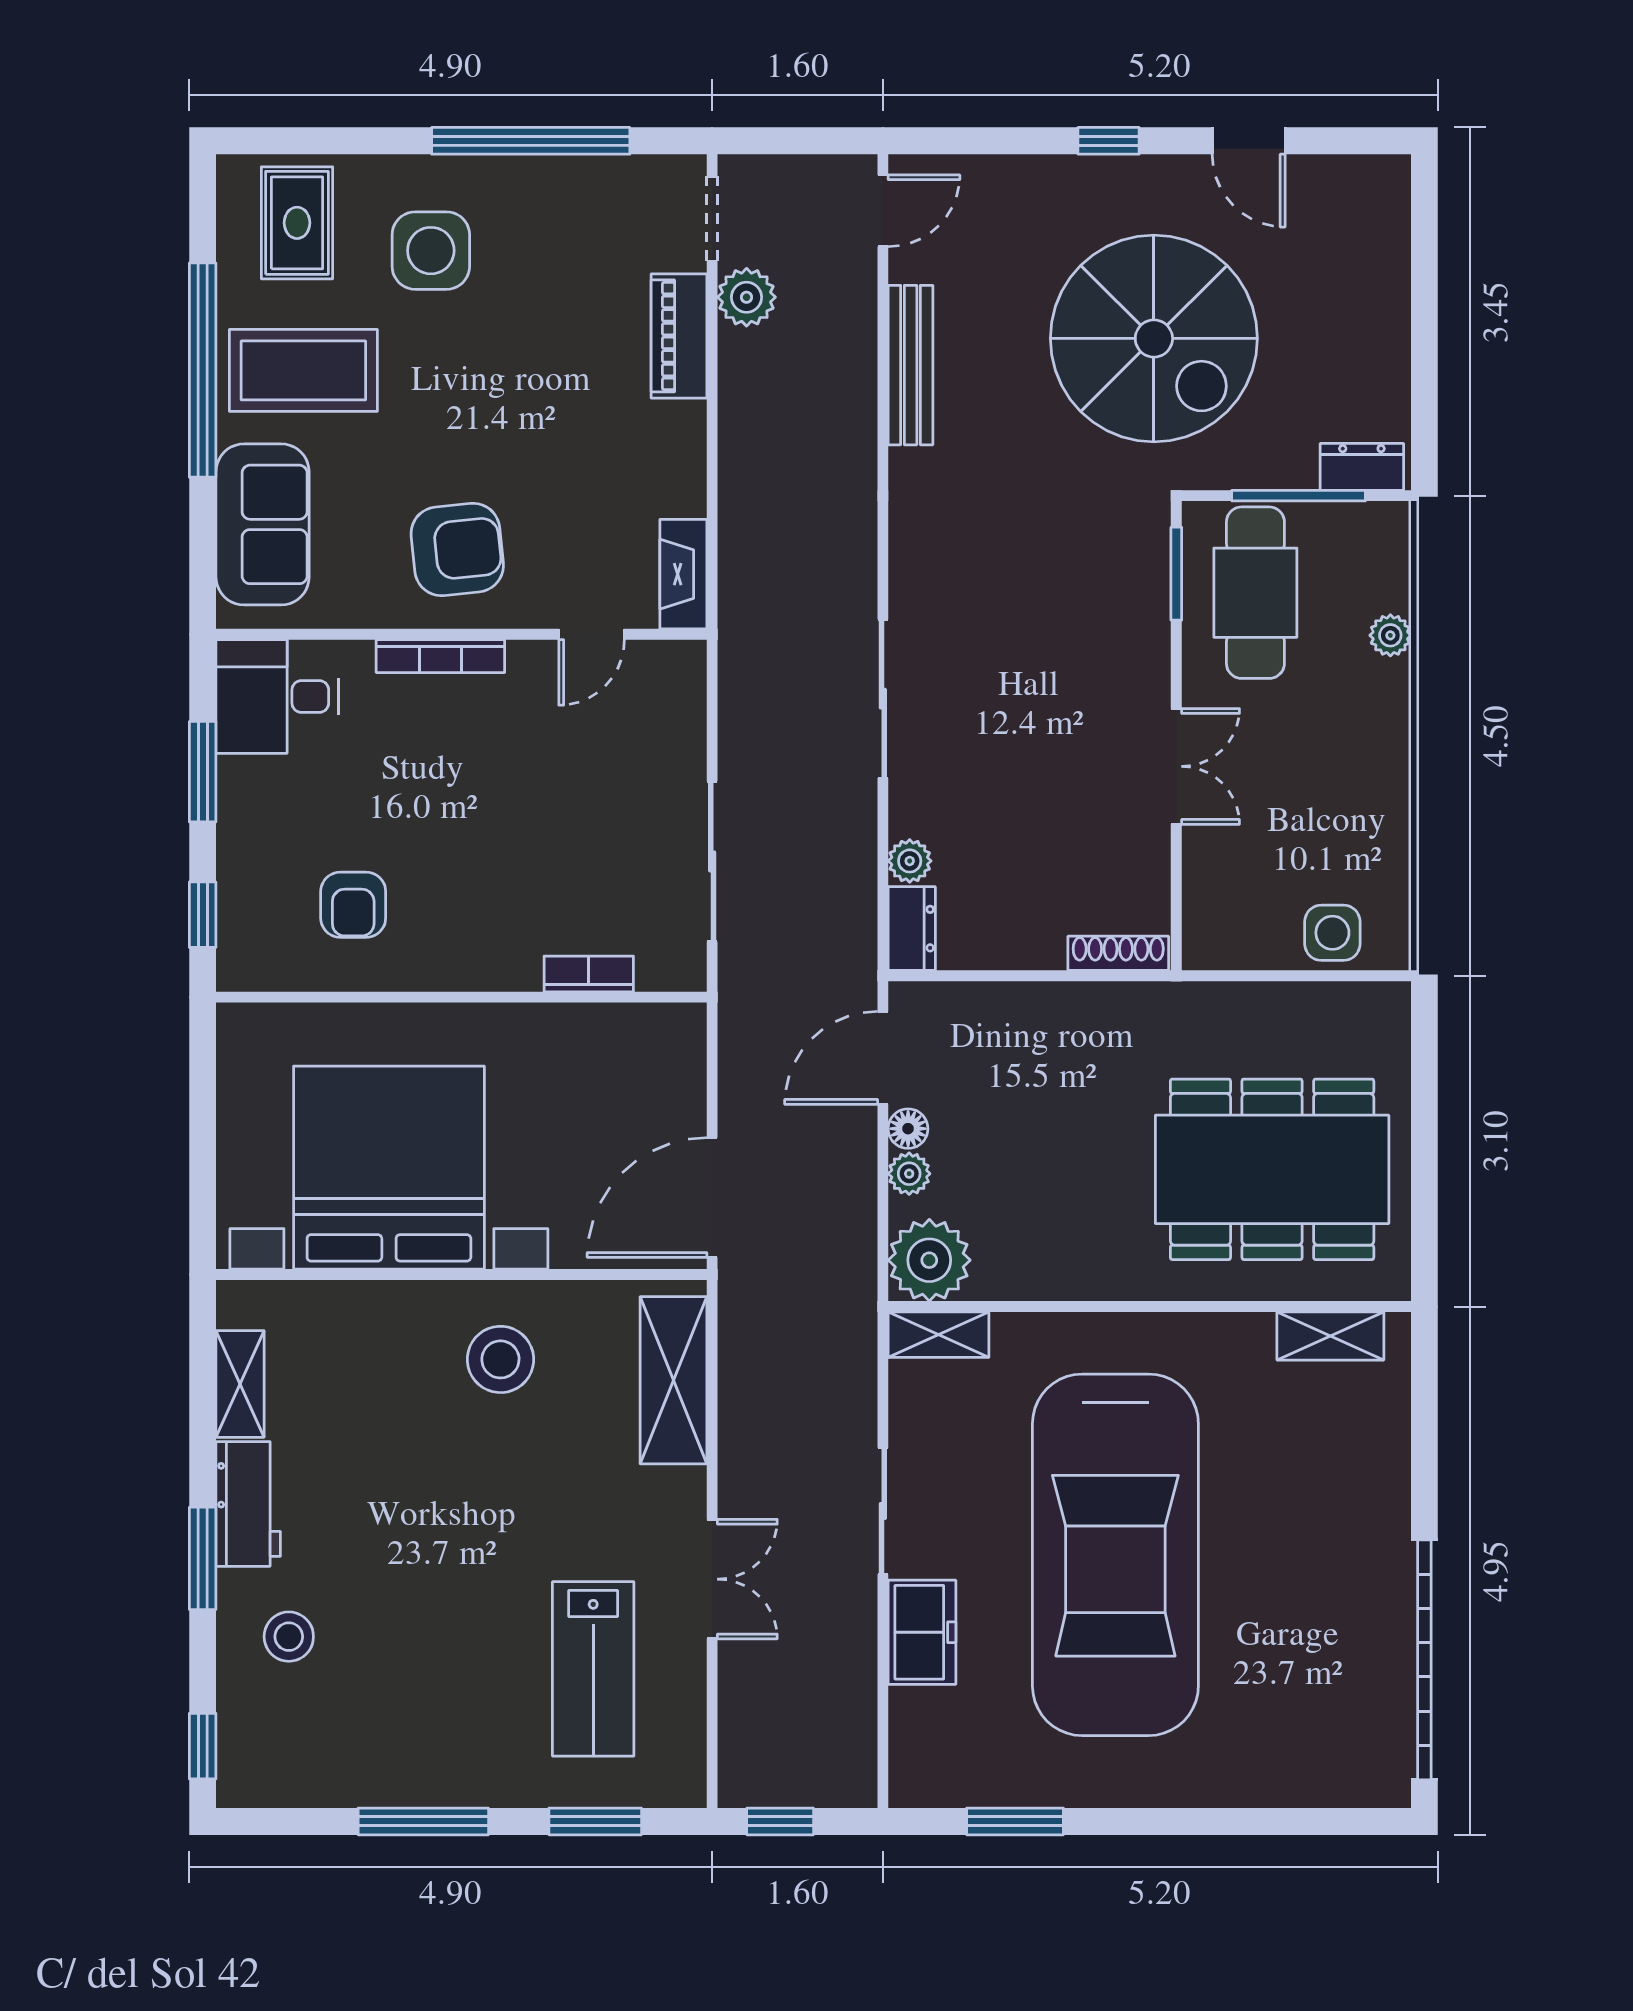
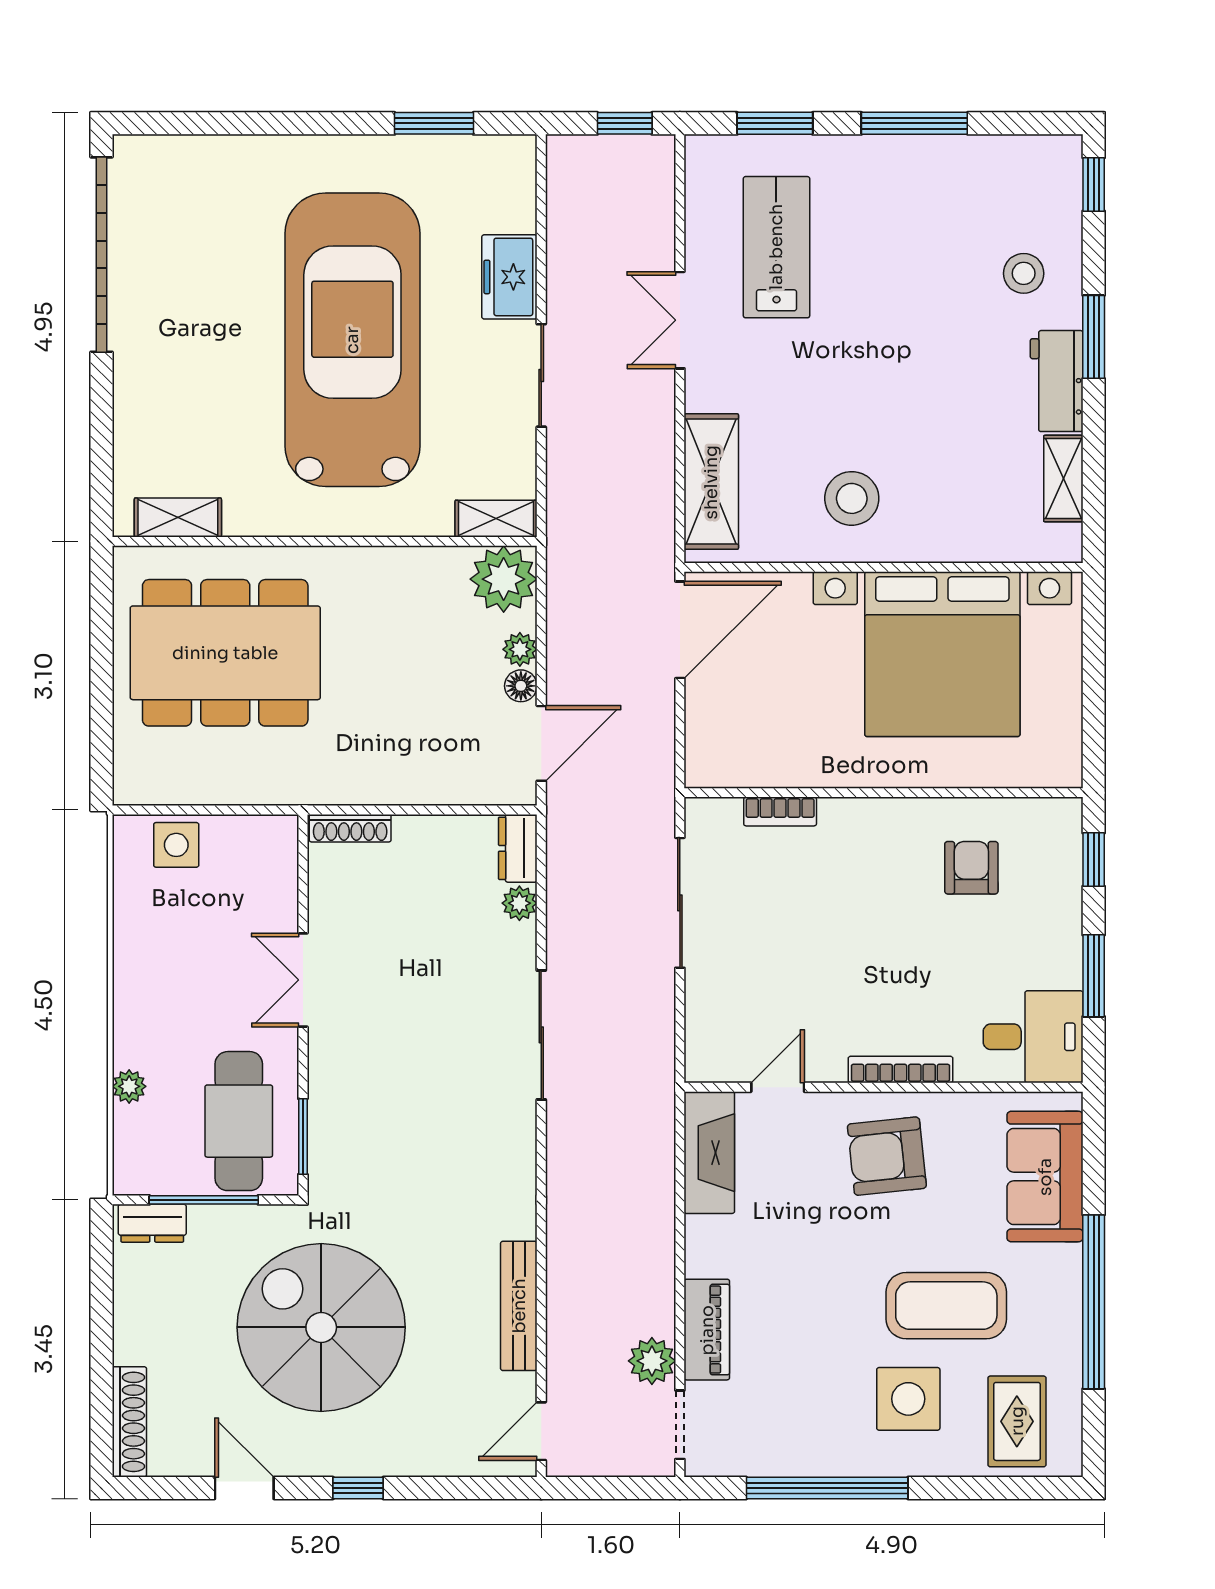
shoe rack: (1390, 222) -> (129, 1422), added
coffee table: (303, 370) -> (946, 1306), moved
fireplace: (683, 574) -> (709, 1153), width x1.37, depth x1.32

